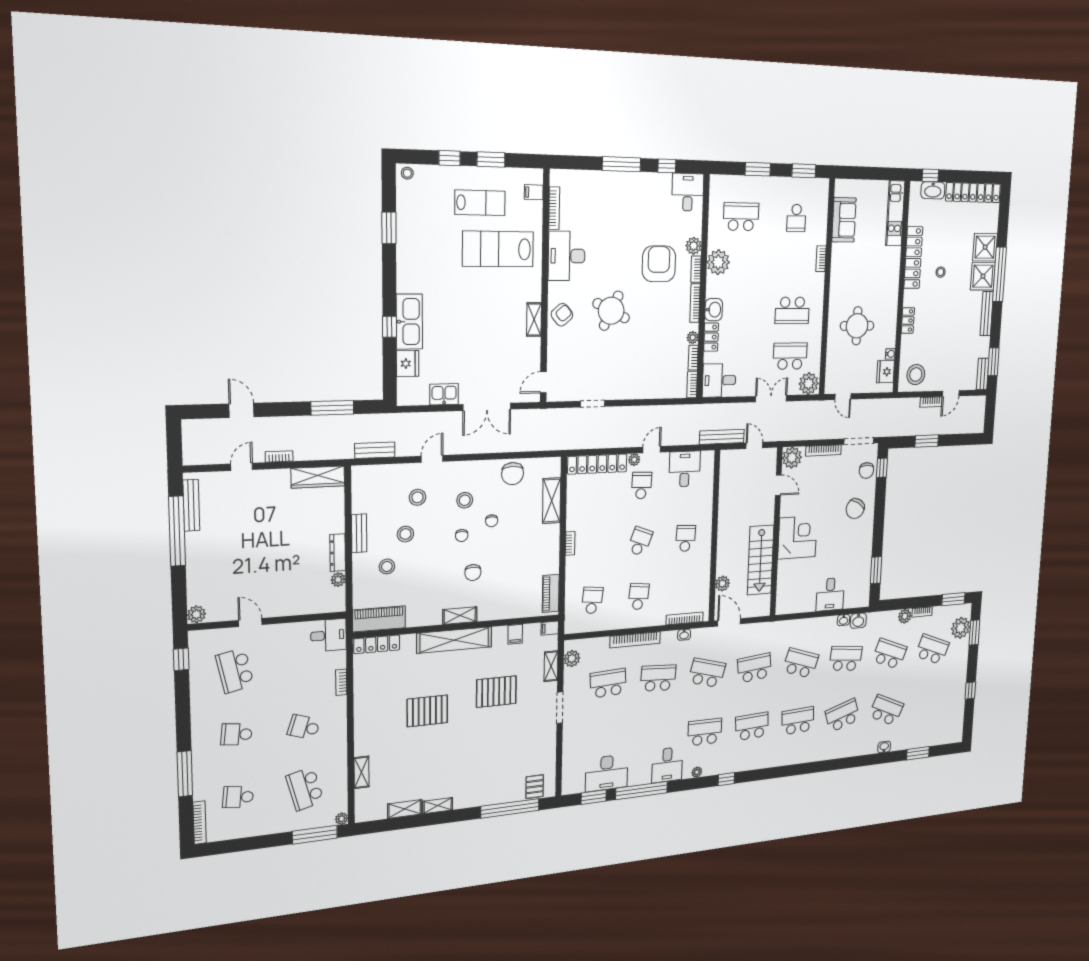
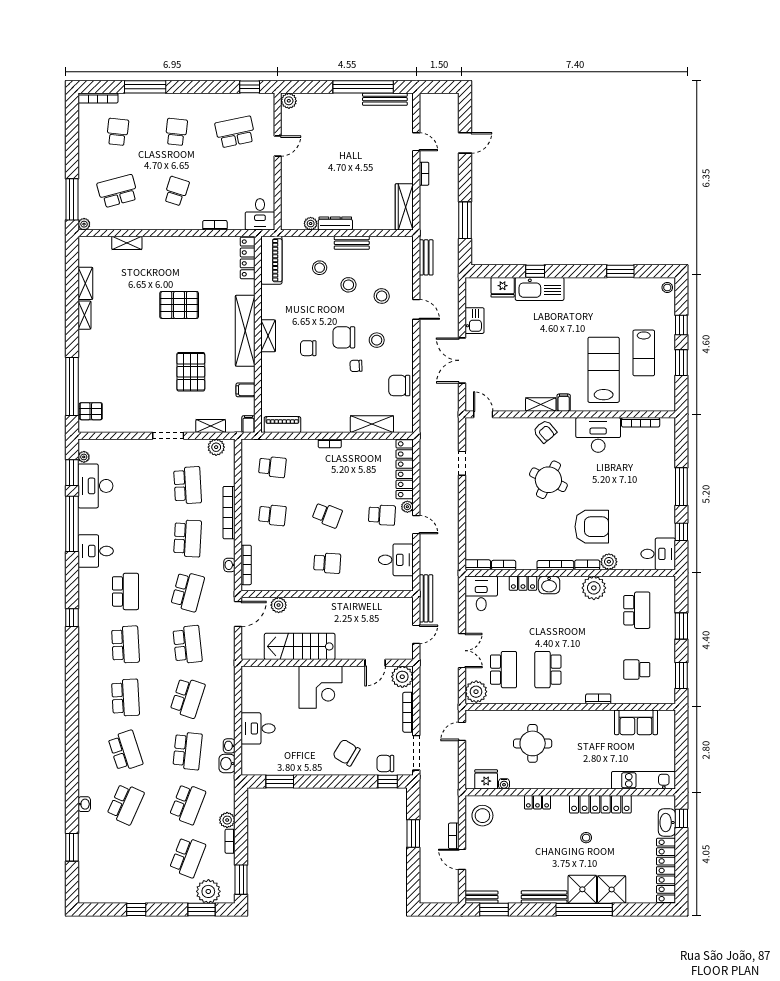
filing cabinet: (534, 192) -> (564, 403), moved
plant: (693, 338) -> (523, 564), removed
chair: (462, 536) -> (344, 337), width x1.87, depth x1.87
pallet: (427, 711) -> (179, 305), turned 90
plant: (697, 772) -> (84, 457), moved

